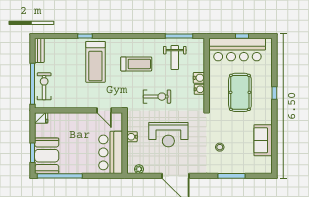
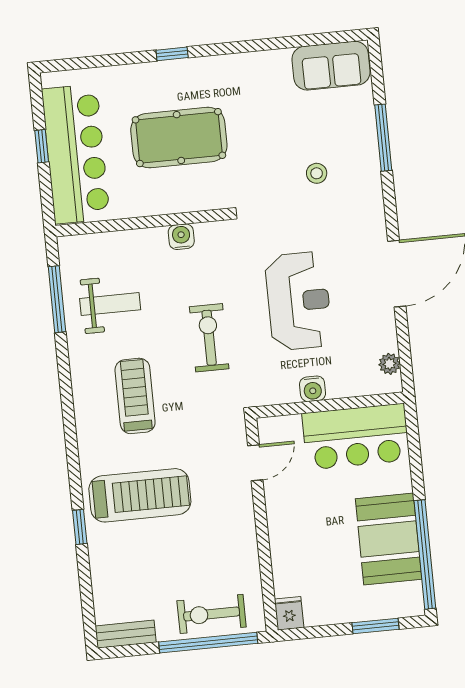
water cooler: (199, 78) -> (153, 240), removed
sofa: (263, 140) -> (331, 66), moved
booth: (47, 156) -> (389, 539), moved, turned 90

